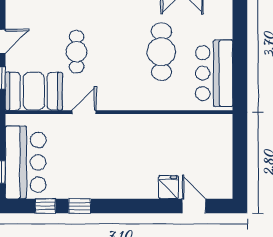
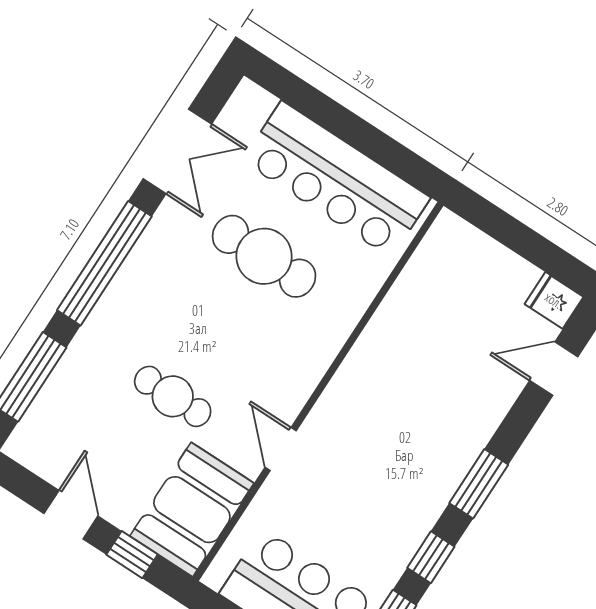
bar counter: (214, 73) -> (336, 179), width x1.36
fridge: (169, 187) -> (554, 300), moved
window: (124, 206) -> (479, 484), added

